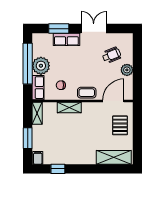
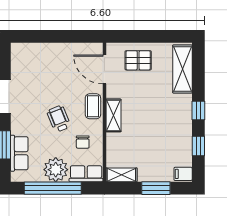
row of seats: (66, 39) -> (19, 153), moved
wheelchair: (112, 55) -> (59, 119), moved
plant: (127, 70) -> (62, 51), removed
shelving: (69, 107) -> (113, 115), moved
window: (84, 169) -> (198, 111), added

